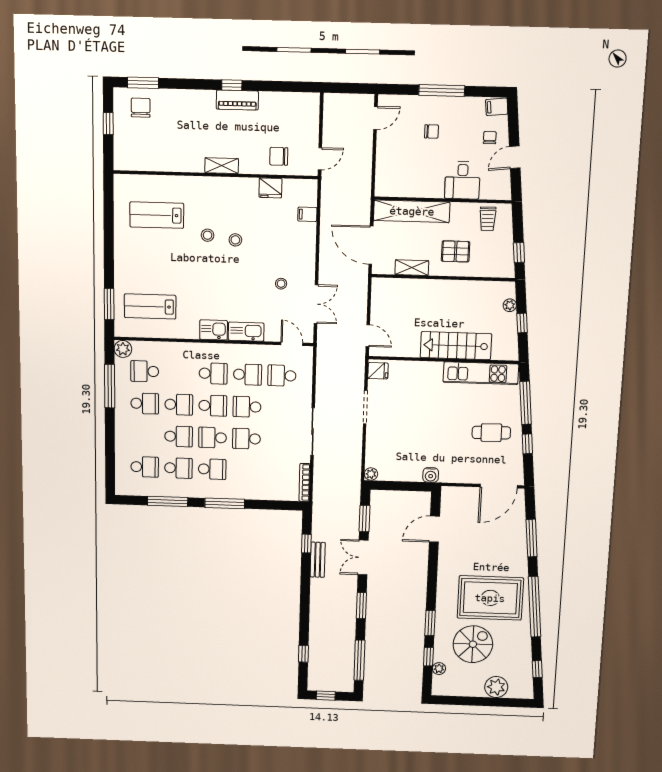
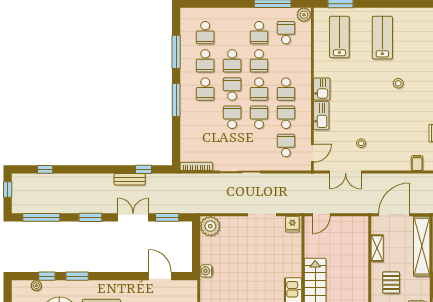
lab bench: (157, 215) -> (382, 38), moved
stool: (235, 240) -> (395, 106), removed
school desk: (248, 375) -> (286, 117), turned 180
plant: (371, 474) -> (210, 226), width x1.88, depth x1.88

